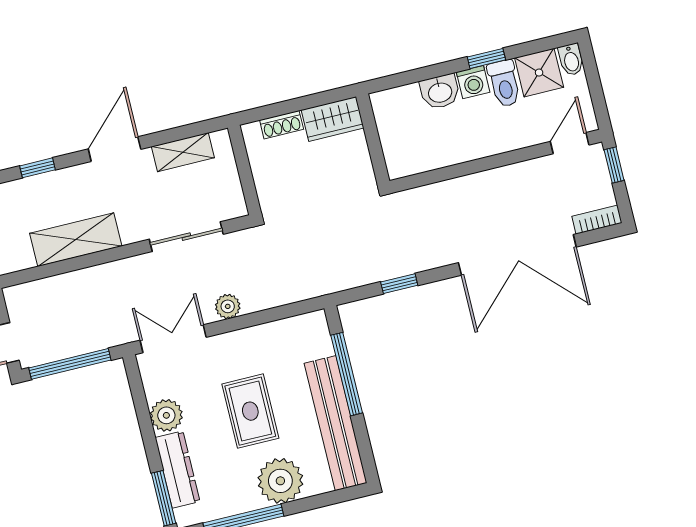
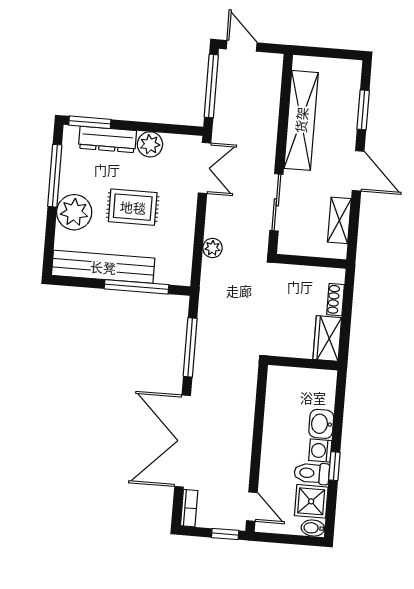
window: (38, 168) -> (363, 110), width x1.50
shelving: (76, 240) -> (301, 120), width x1.47
window: (399, 284) -> (190, 347), width x2.17
plant: (228, 306) -> (213, 248), moved

